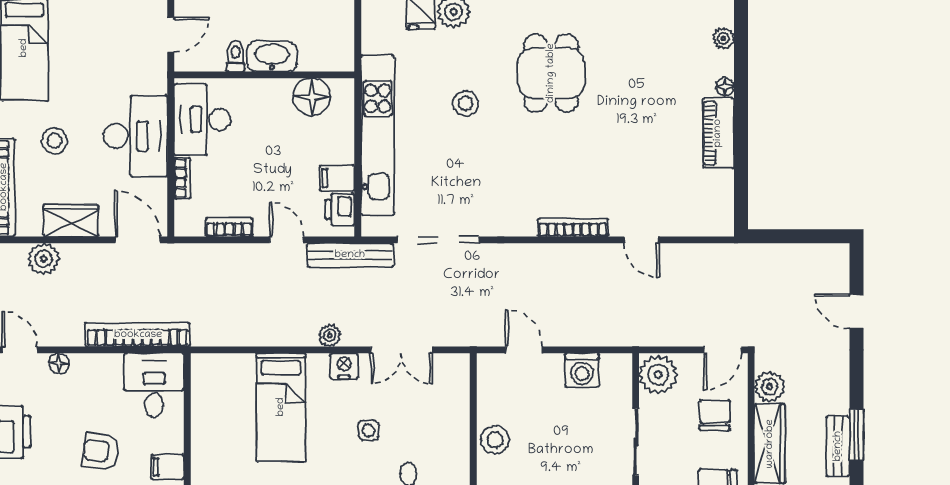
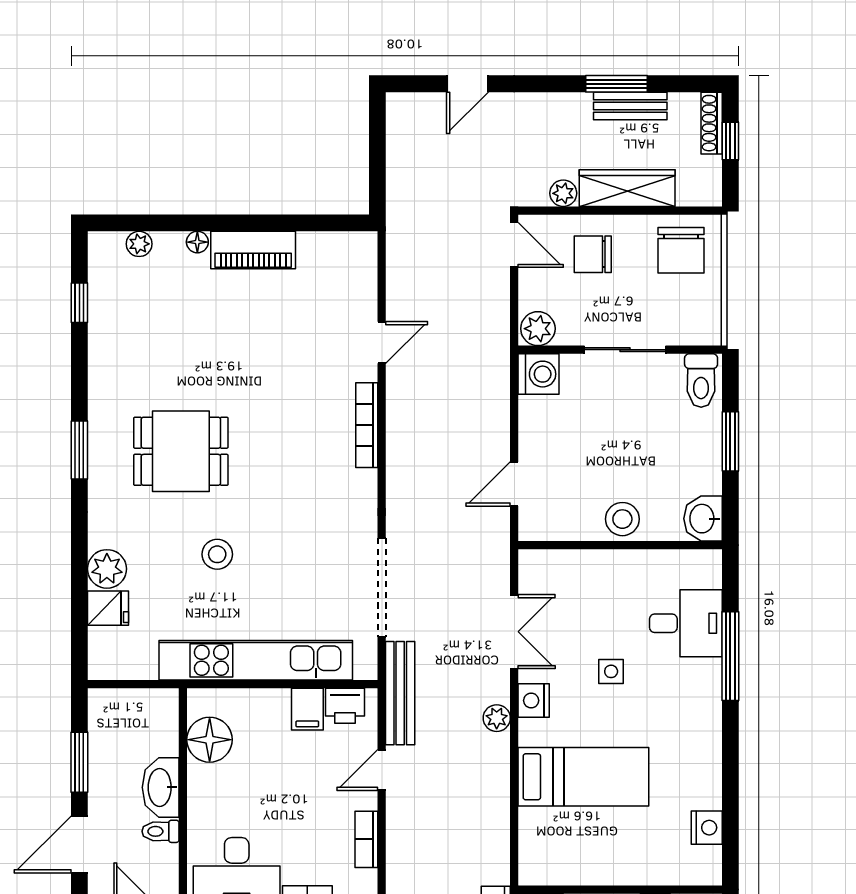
washing machine: (582, 370) -> (539, 374), moved
plant: (658, 375) -> (538, 329), width x0.73, depth x0.73
plant: (770, 387) -> (563, 193), width x0.73, depth x0.73

